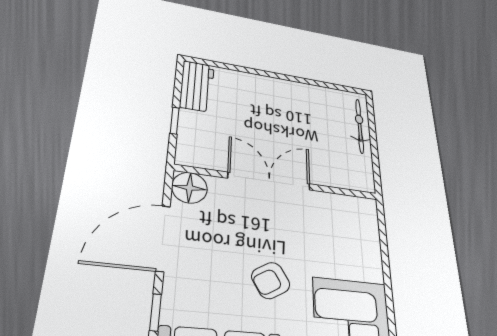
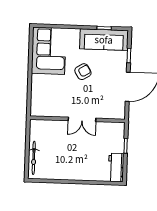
double door: (269, 181) -> (82, 119), width x0.73
floor lamp: (189, 188) -> (118, 112), removed

